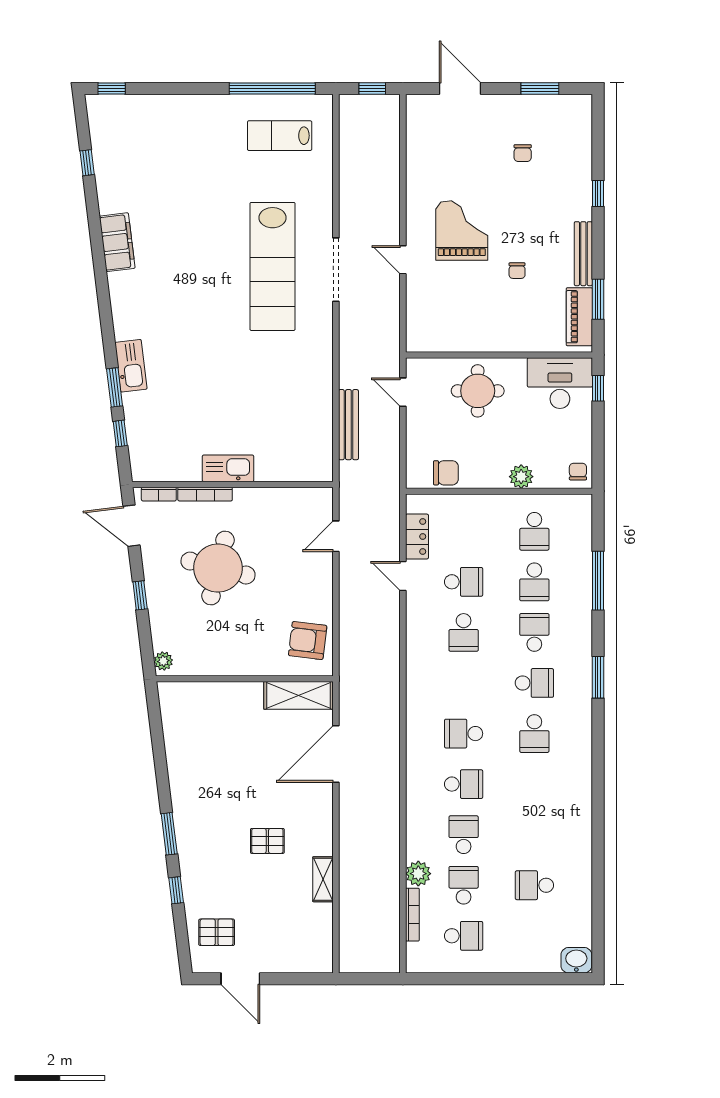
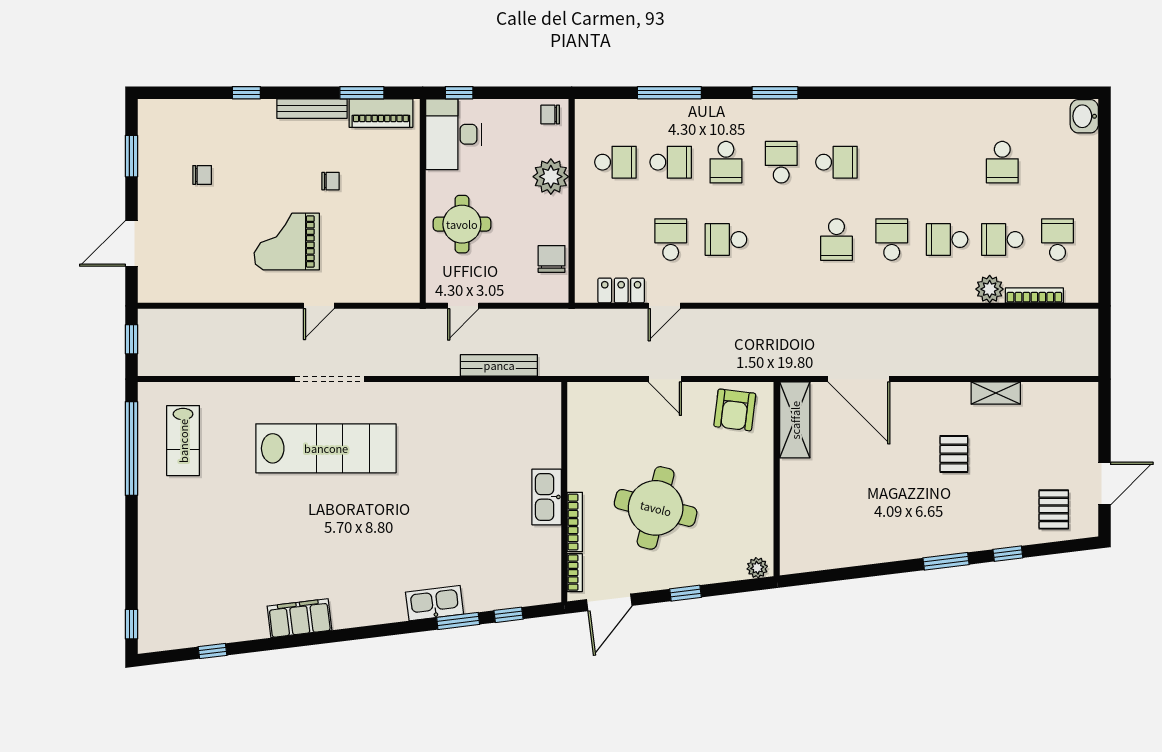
plant: (521, 477) -> (551, 177), width x1.36, depth x1.36
door: (336, 536) -> (665, 379), moved
school desk: (464, 632) -> (726, 240), turned 180
school desk: (534, 632) -> (726, 162), turned -90

